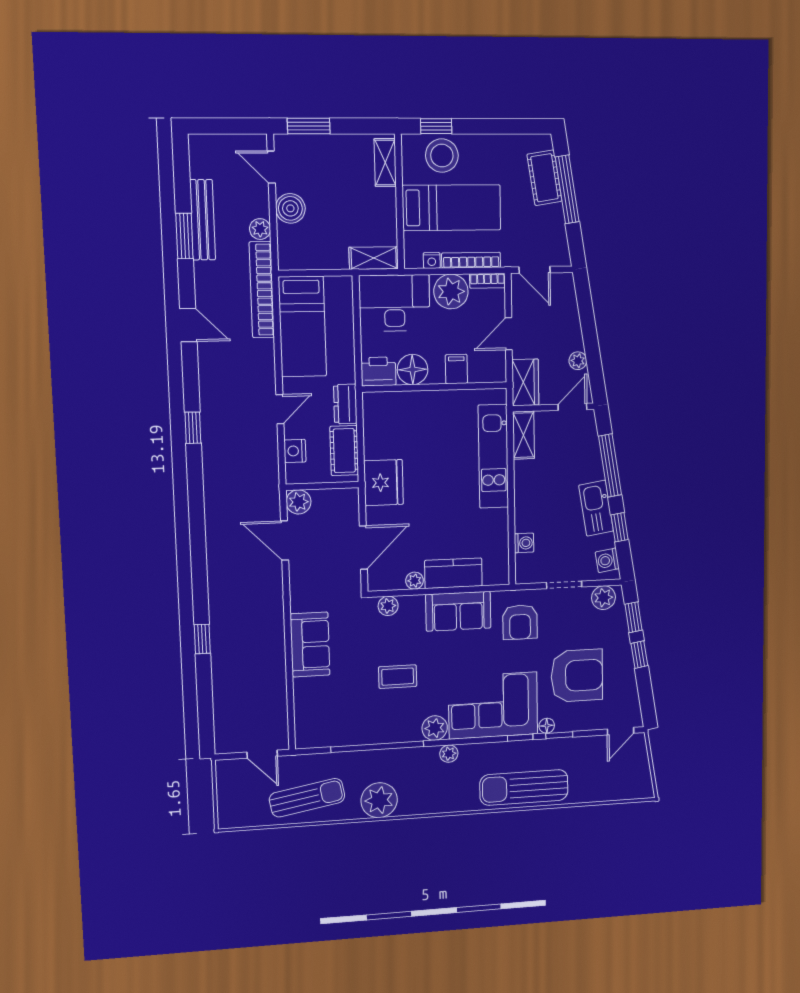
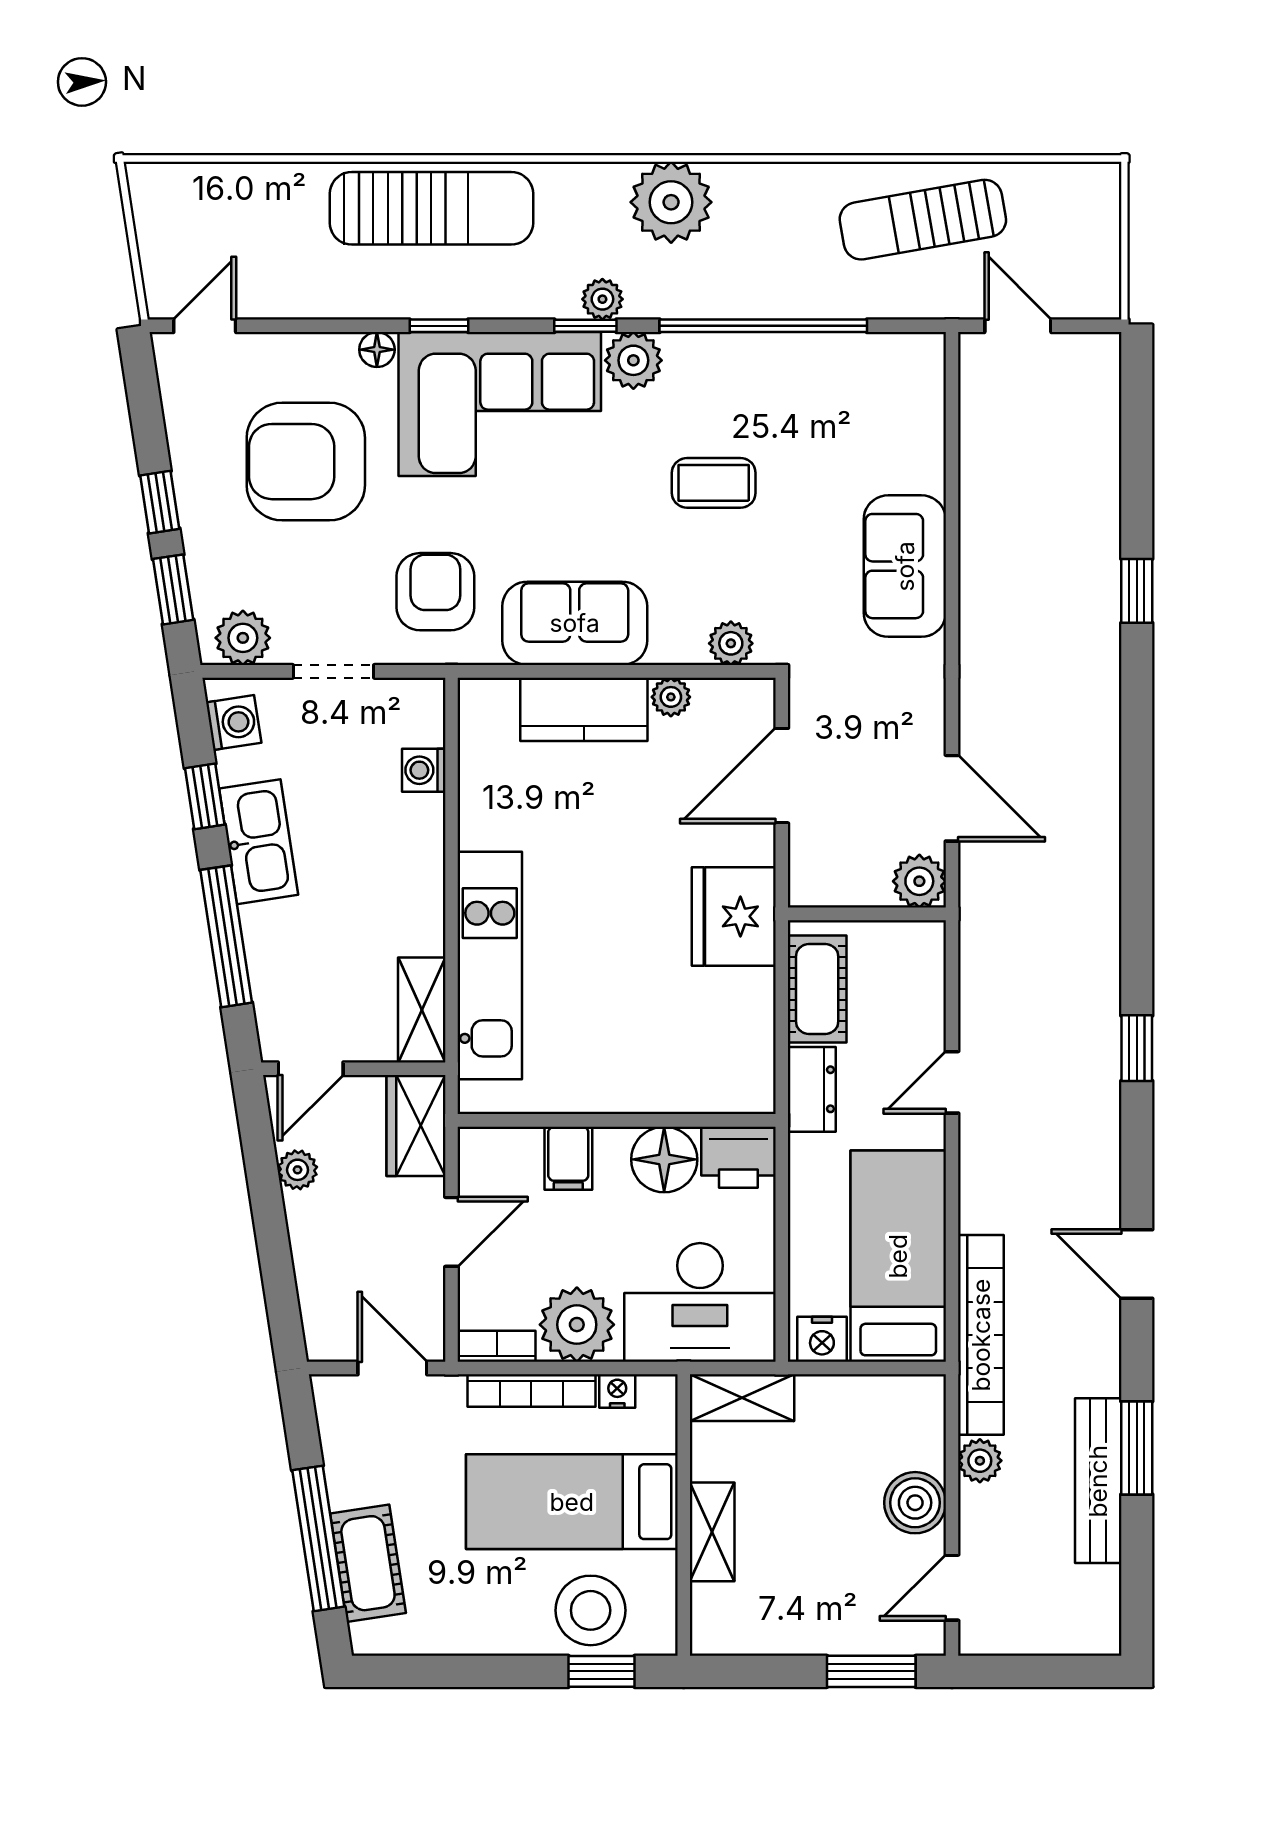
shelving: (385, 163) -> (712, 1532), moved
door: (271, 167) -> (952, 1588), swing flipped
nightstand: (295, 451) -> (822, 1339), moved, turned 90
window: (559, 735) -> (585, 326), moved
plant: (379, 800) -> (671, 202), moved

